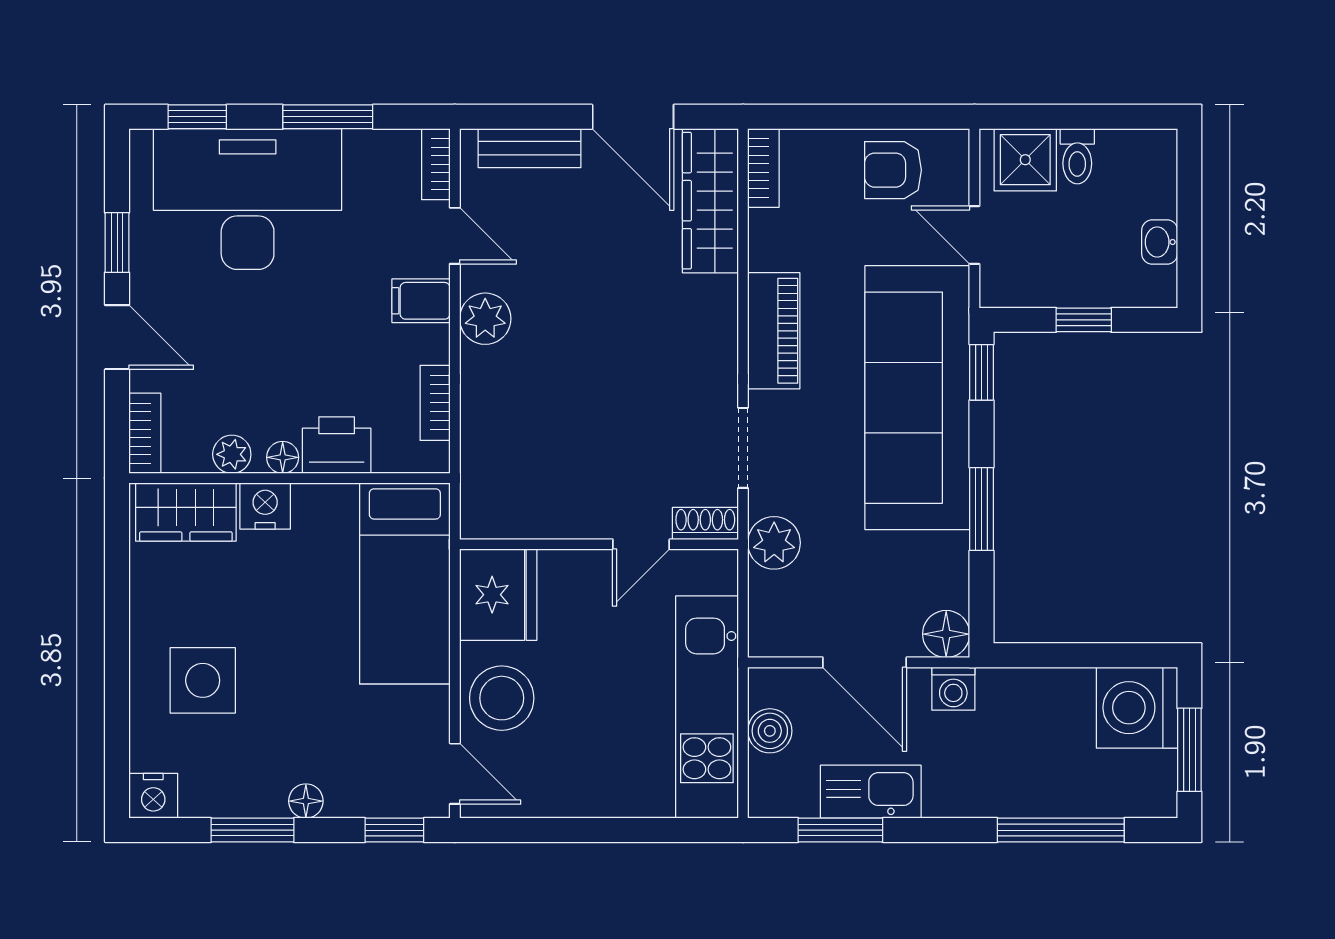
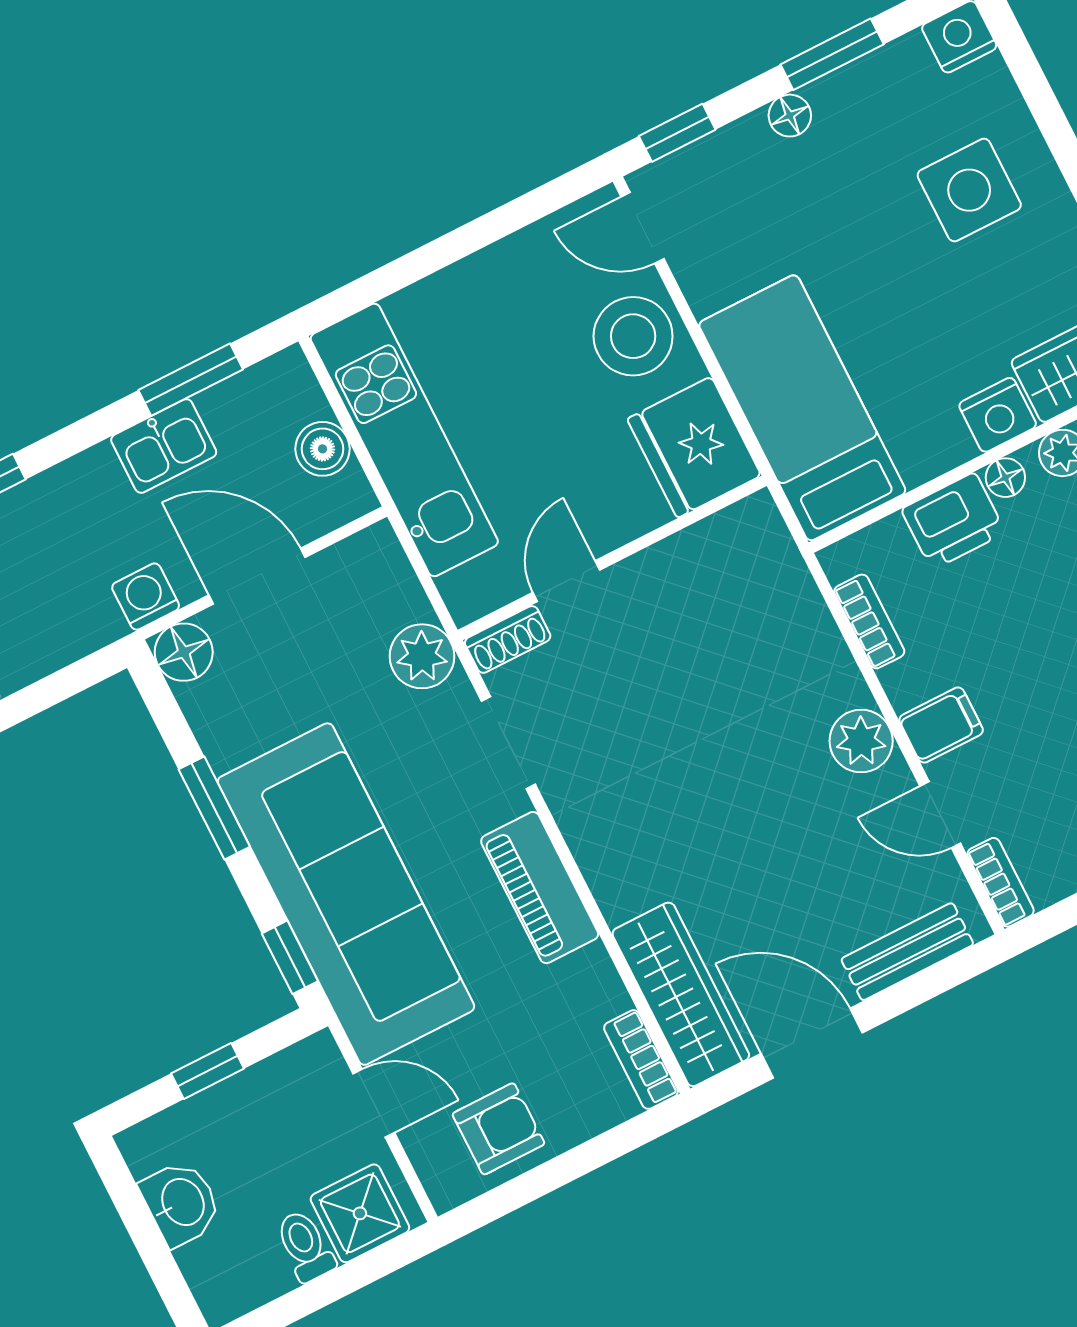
washbasin: (1160, 242) -> (181, 1203), width x1.38, depth x1.45
kitchen sink: (871, 792) -> (164, 446), width x0.73

